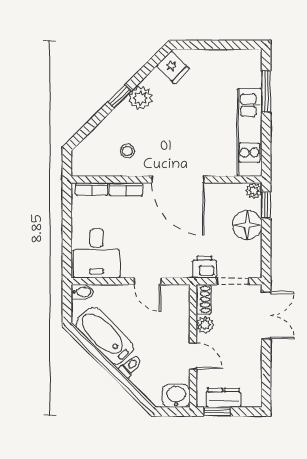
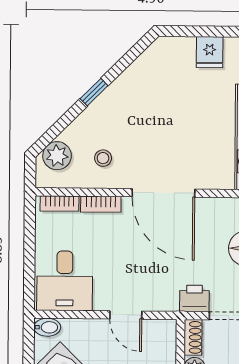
fridge: (173, 67) -> (210, 52), moved, turned 45
plant: (141, 98) -> (57, 156), moved

